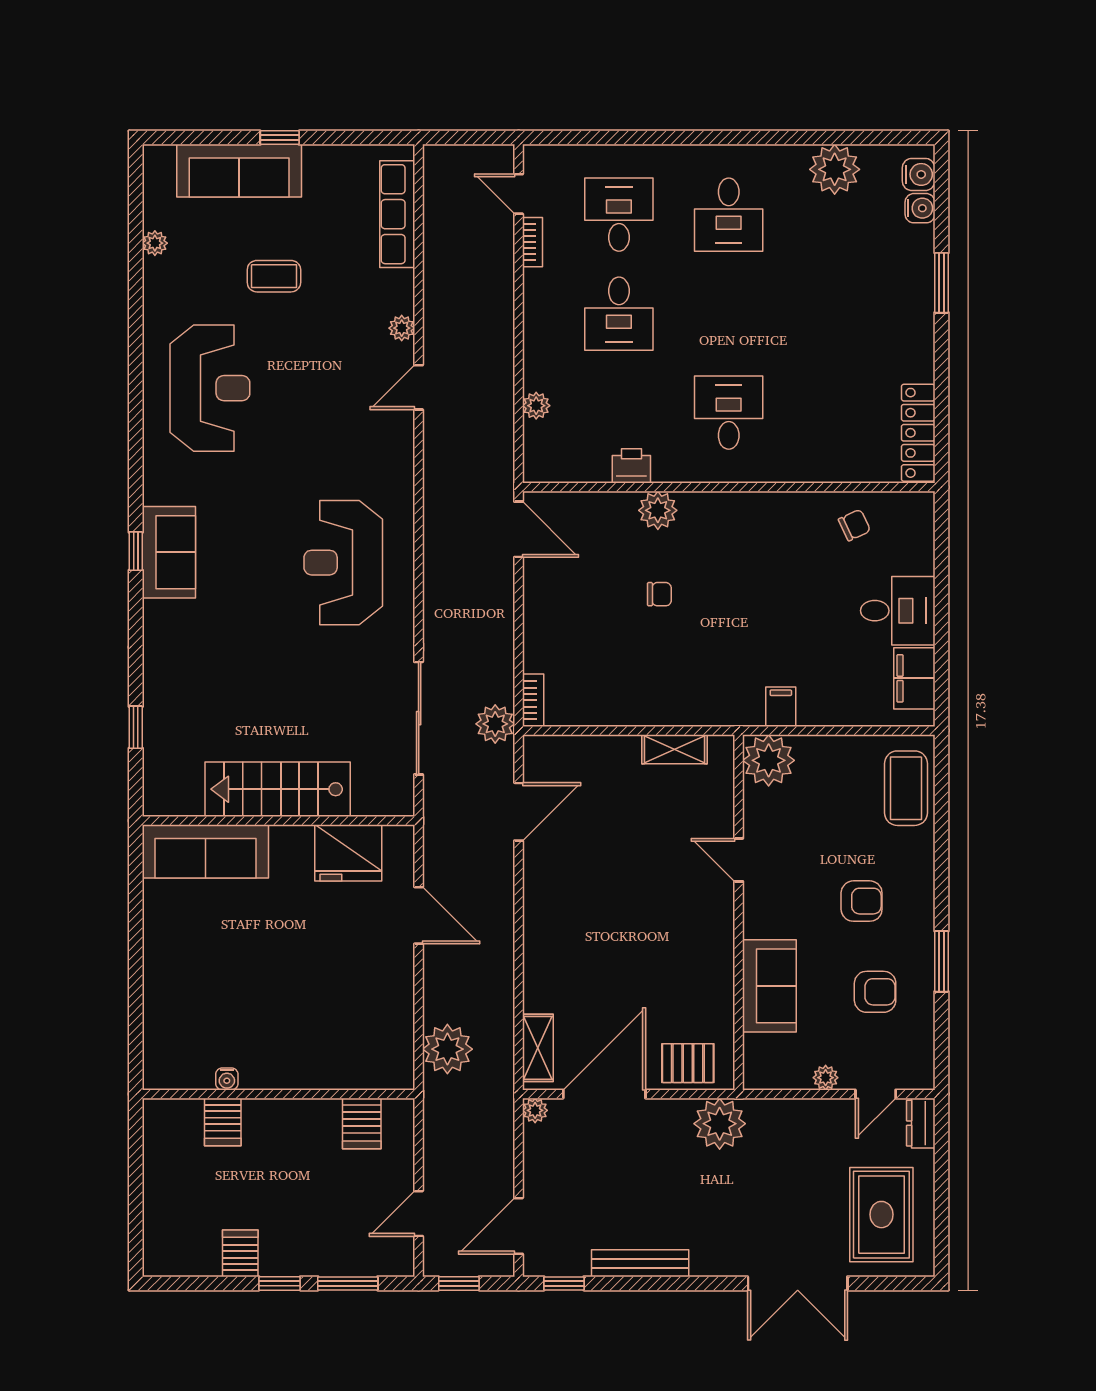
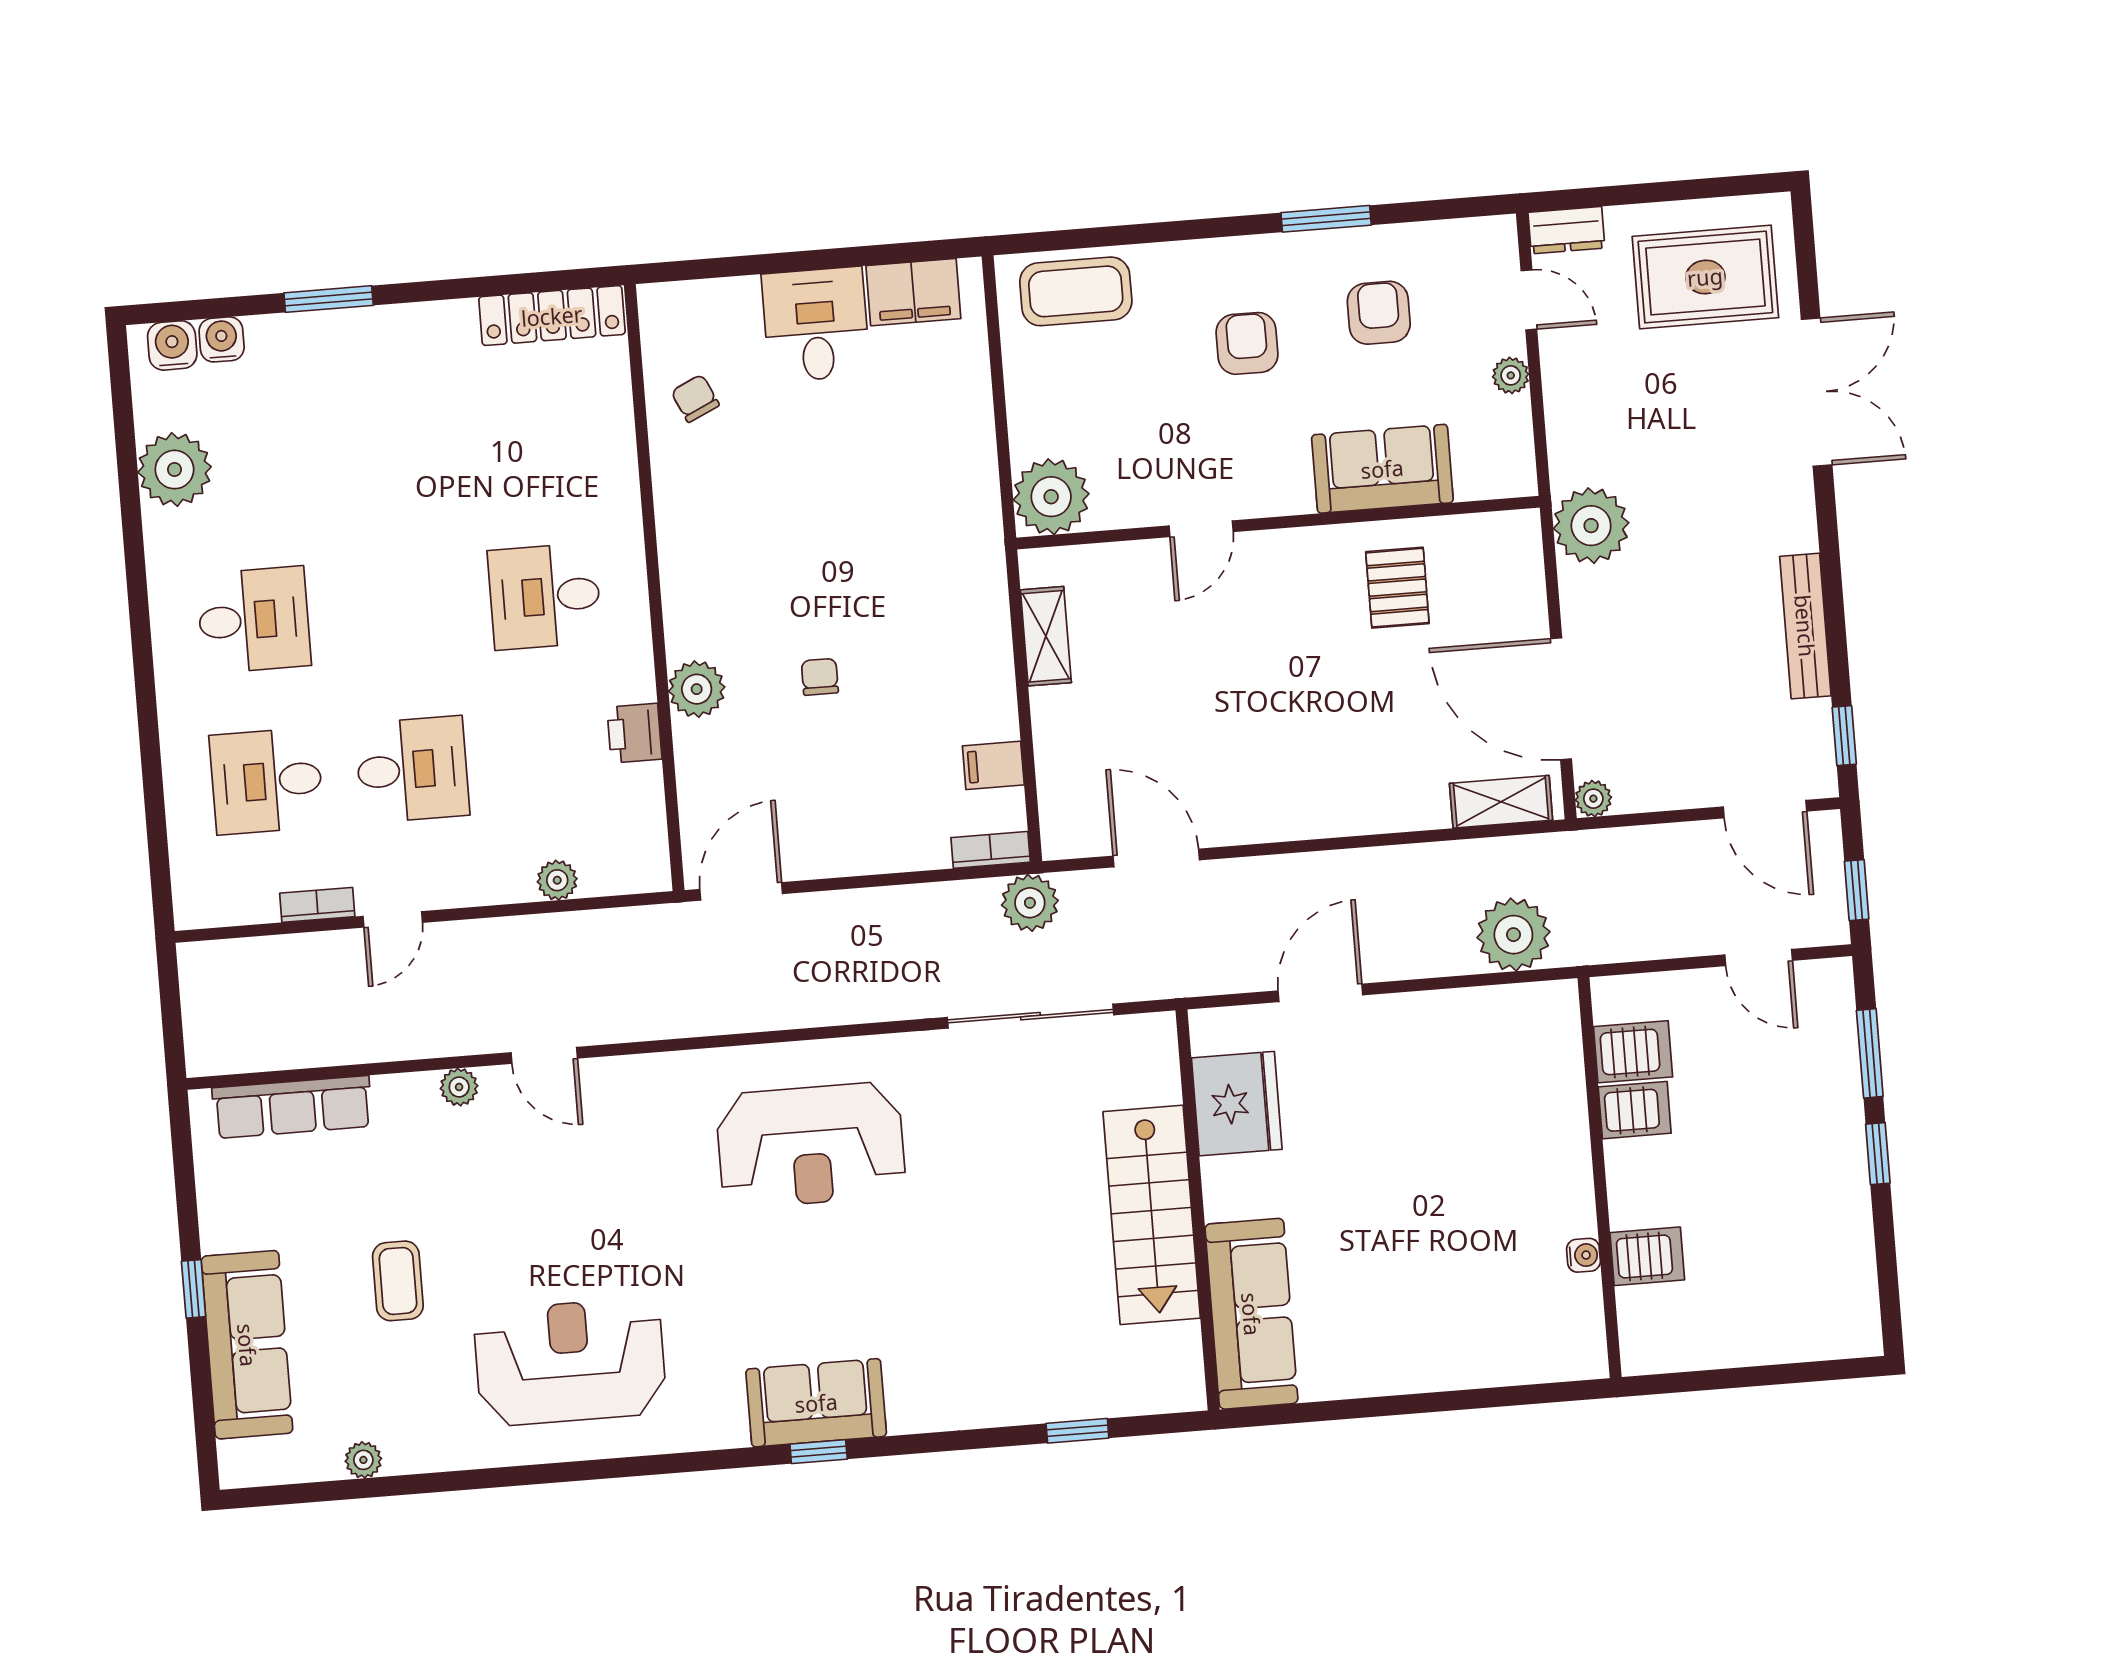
door: (519, 194) -> (393, 919), moved
filing cabinet: (781, 707) -> (993, 765), moved
pallet: (688, 1063) -> (1397, 588), moved
server rack: (240, 1253) -> (1635, 1110), moved, turned 180

